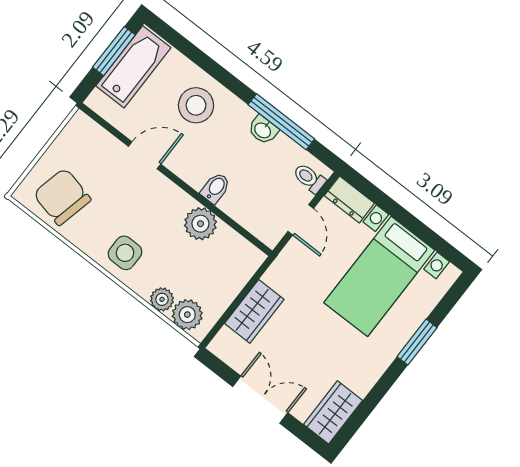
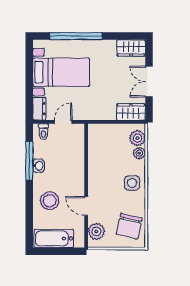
window: (114, 51) -> (54, 251), removed
bidet: (216, 188) -> (77, 167), removed
plant: (200, 224) -> (96, 231), moved
wardrobe: (254, 311) -> (131, 112), moved
window: (417, 342) -> (76, 36), width x2.11

